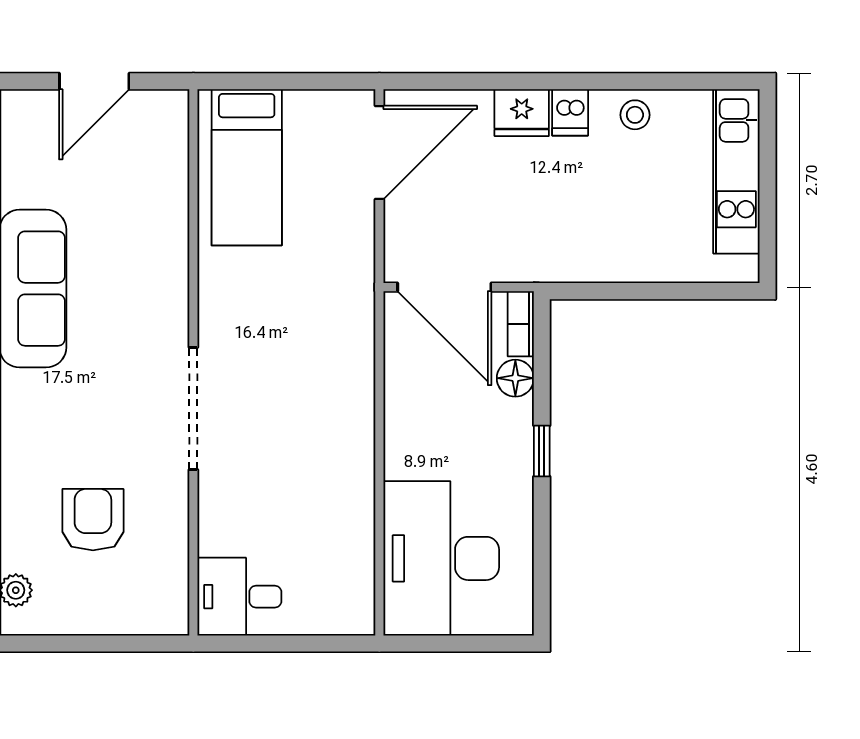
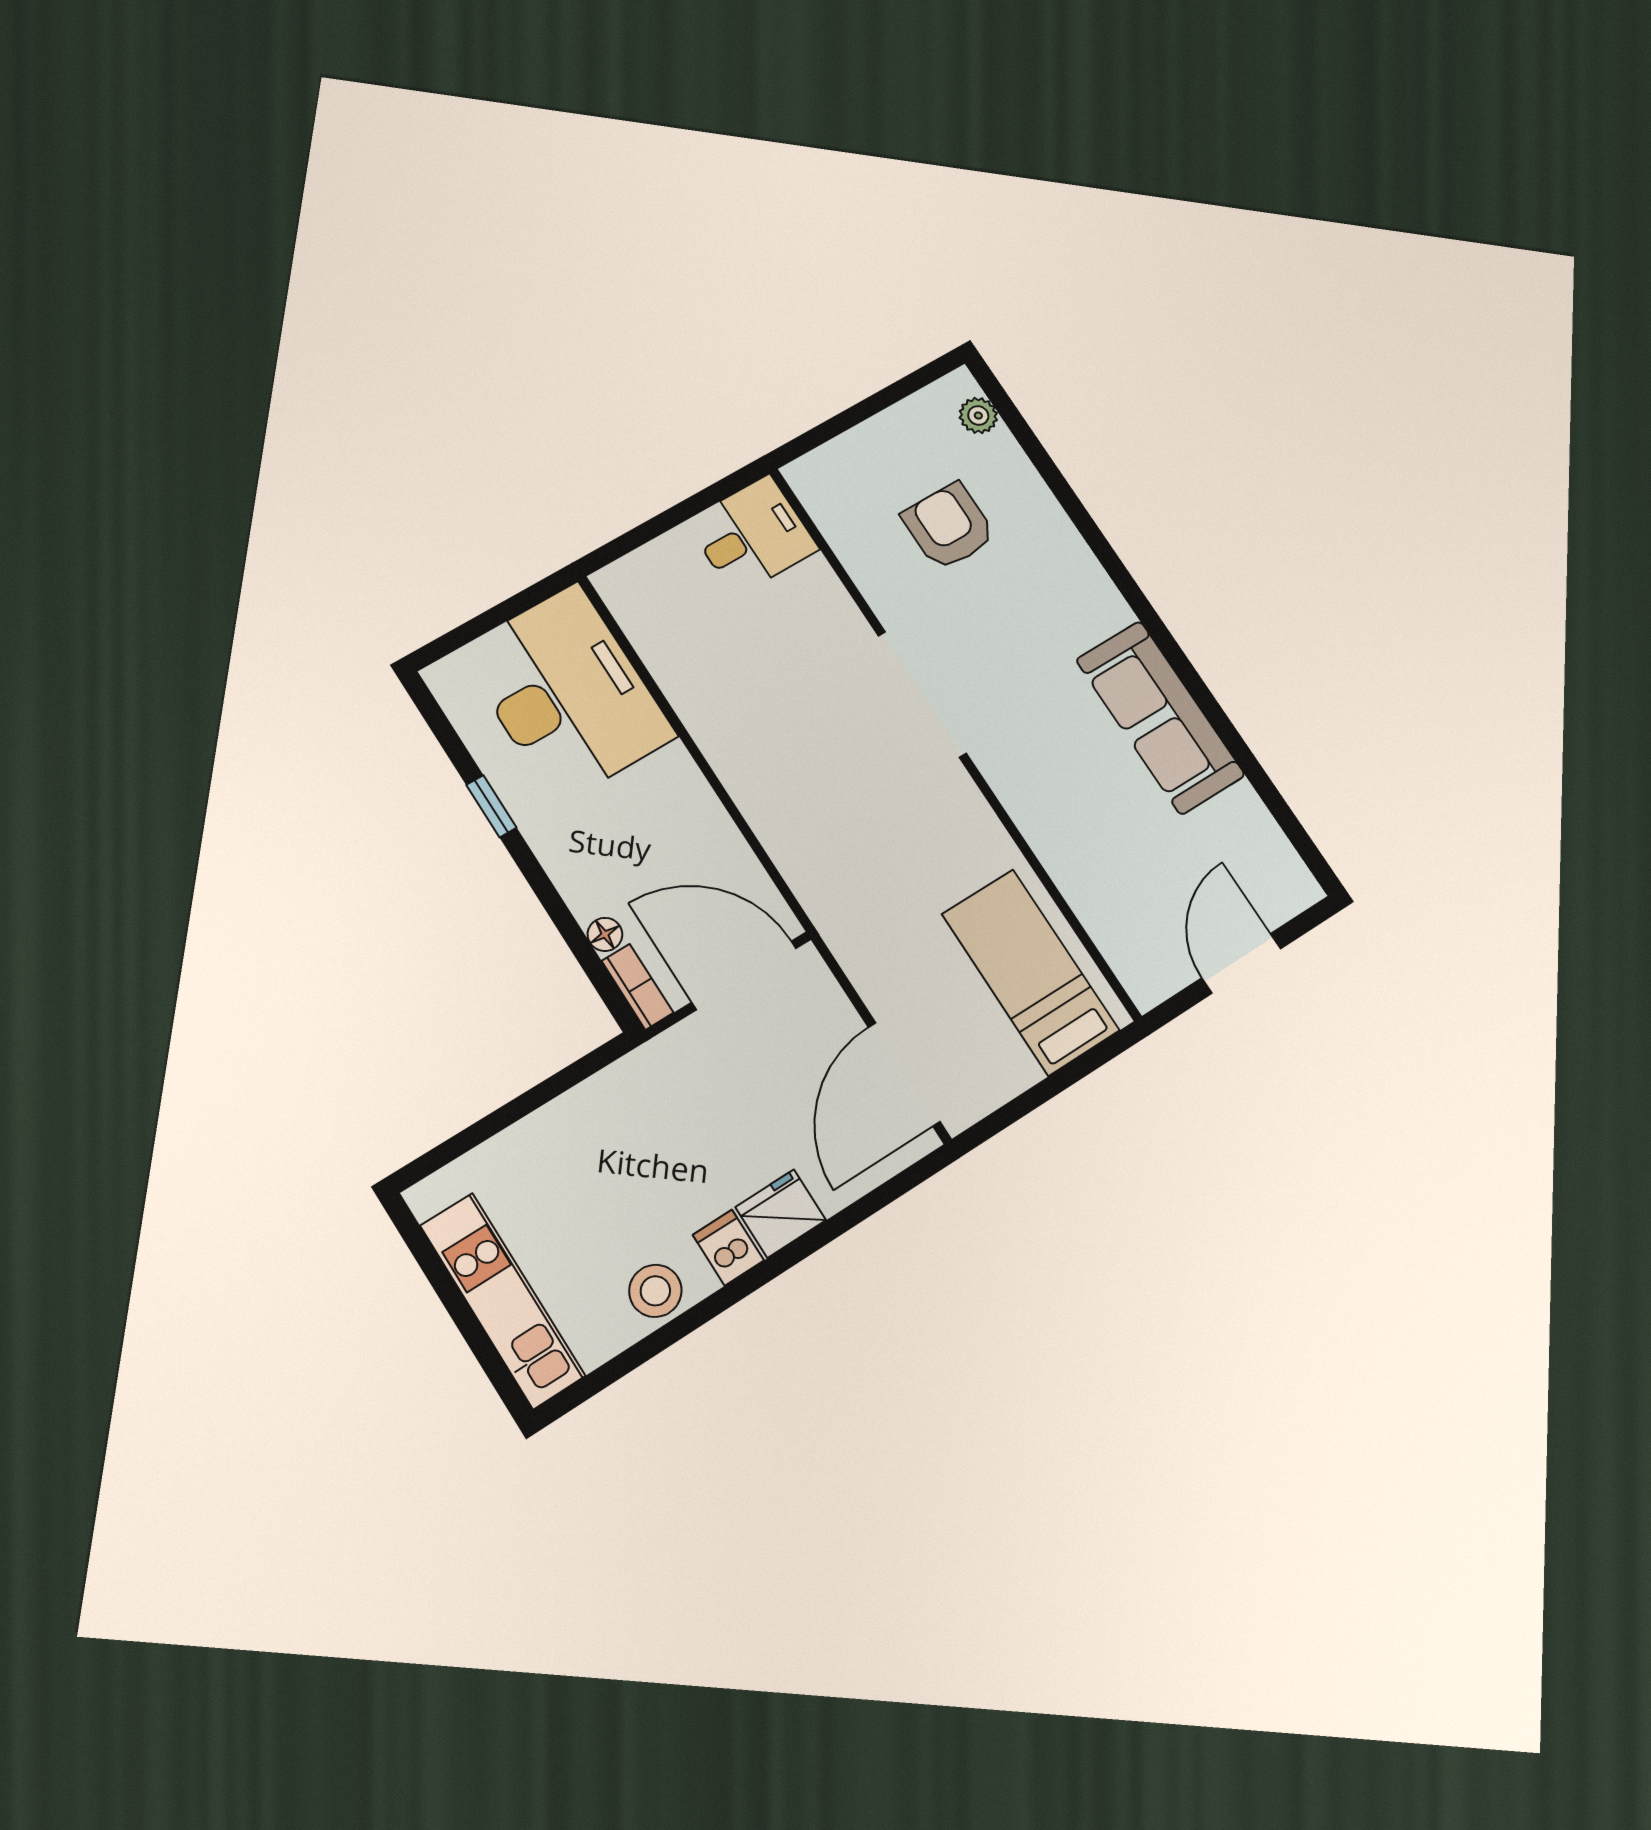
stool: (635, 115) -> (655, 1291), width x1.37, depth x1.37
floor lamp: (515, 378) -> (605, 934), width x0.73, depth x0.73
window: (542, 451) -> (491, 806), moved
armchair: (93, 520) -> (949, 526), turned 180

